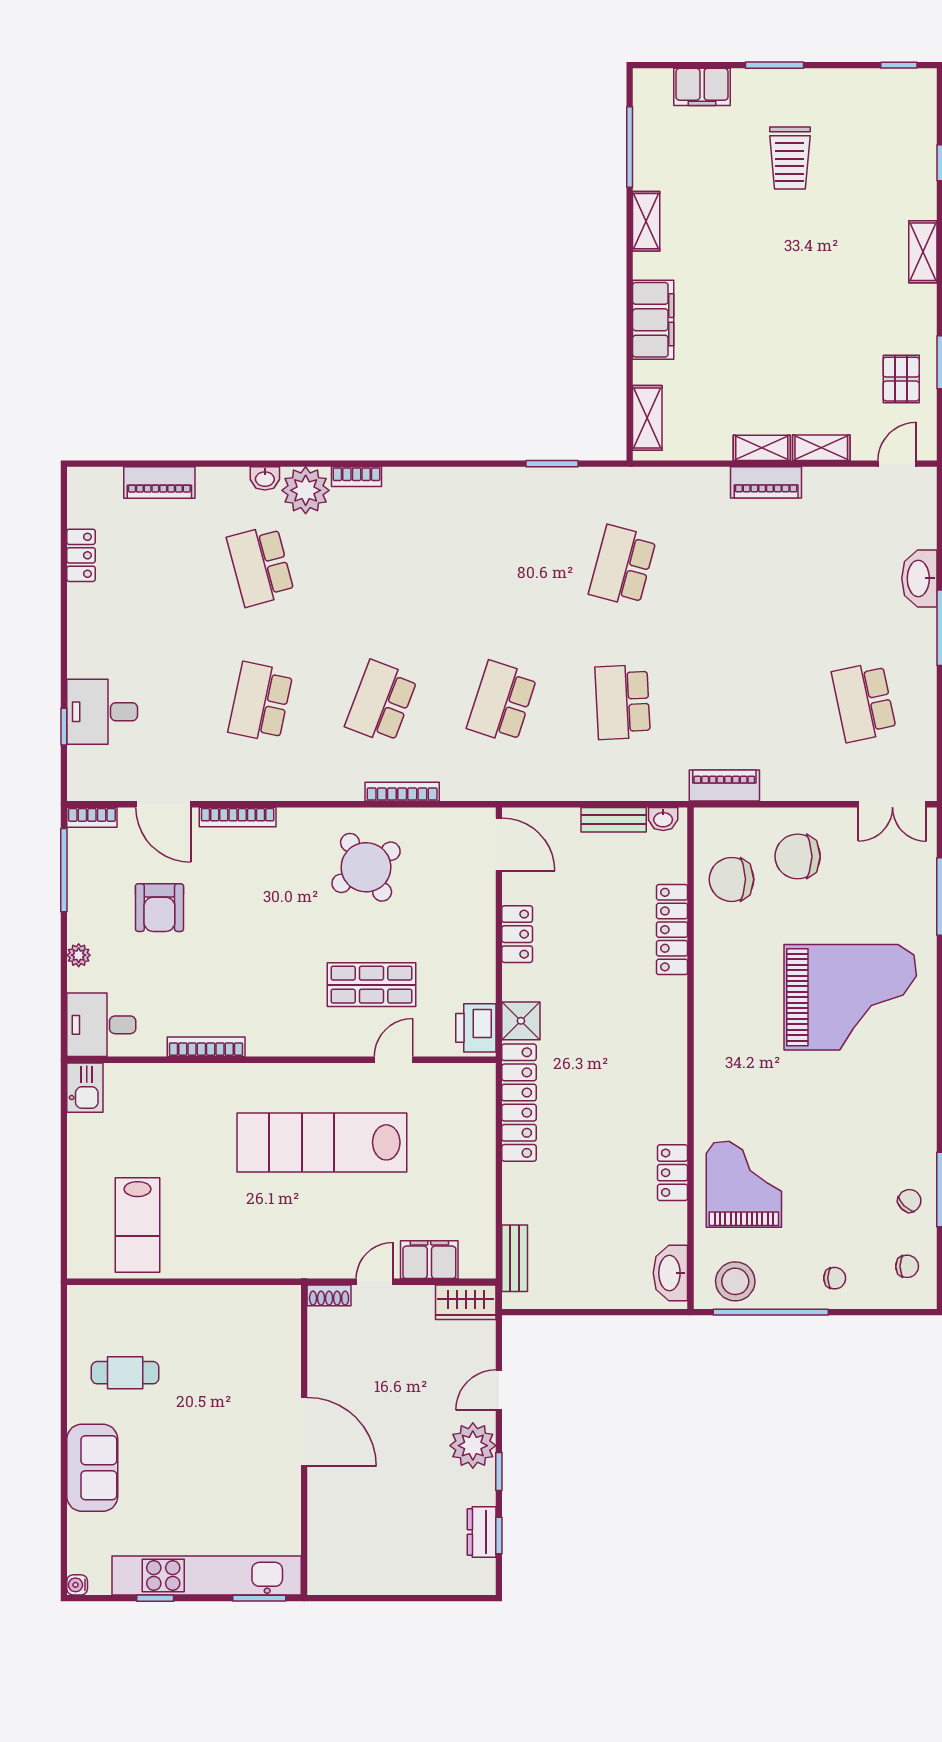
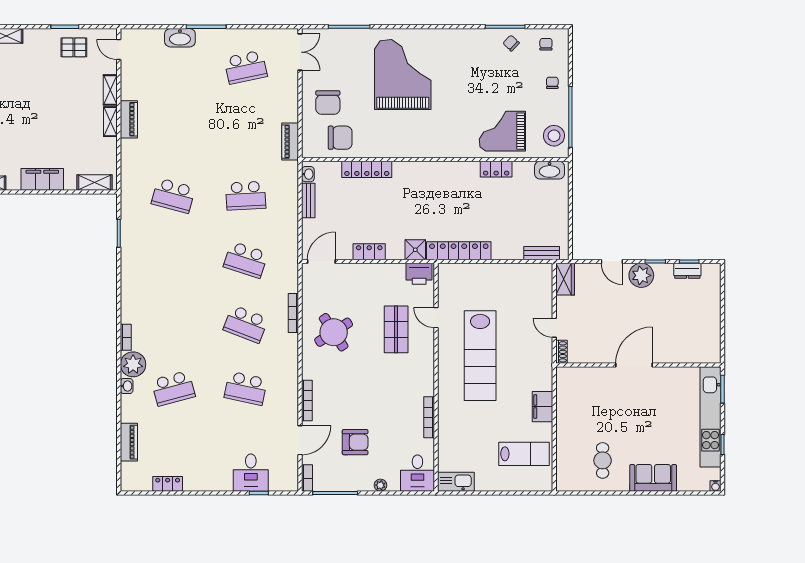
chair: (732, 879) -> (340, 138), turned -90
kitchen sink: (85, 1088) -> (456, 482), width x1.38
filing cabinet: (429, 1260) -> (542, 407), moved

